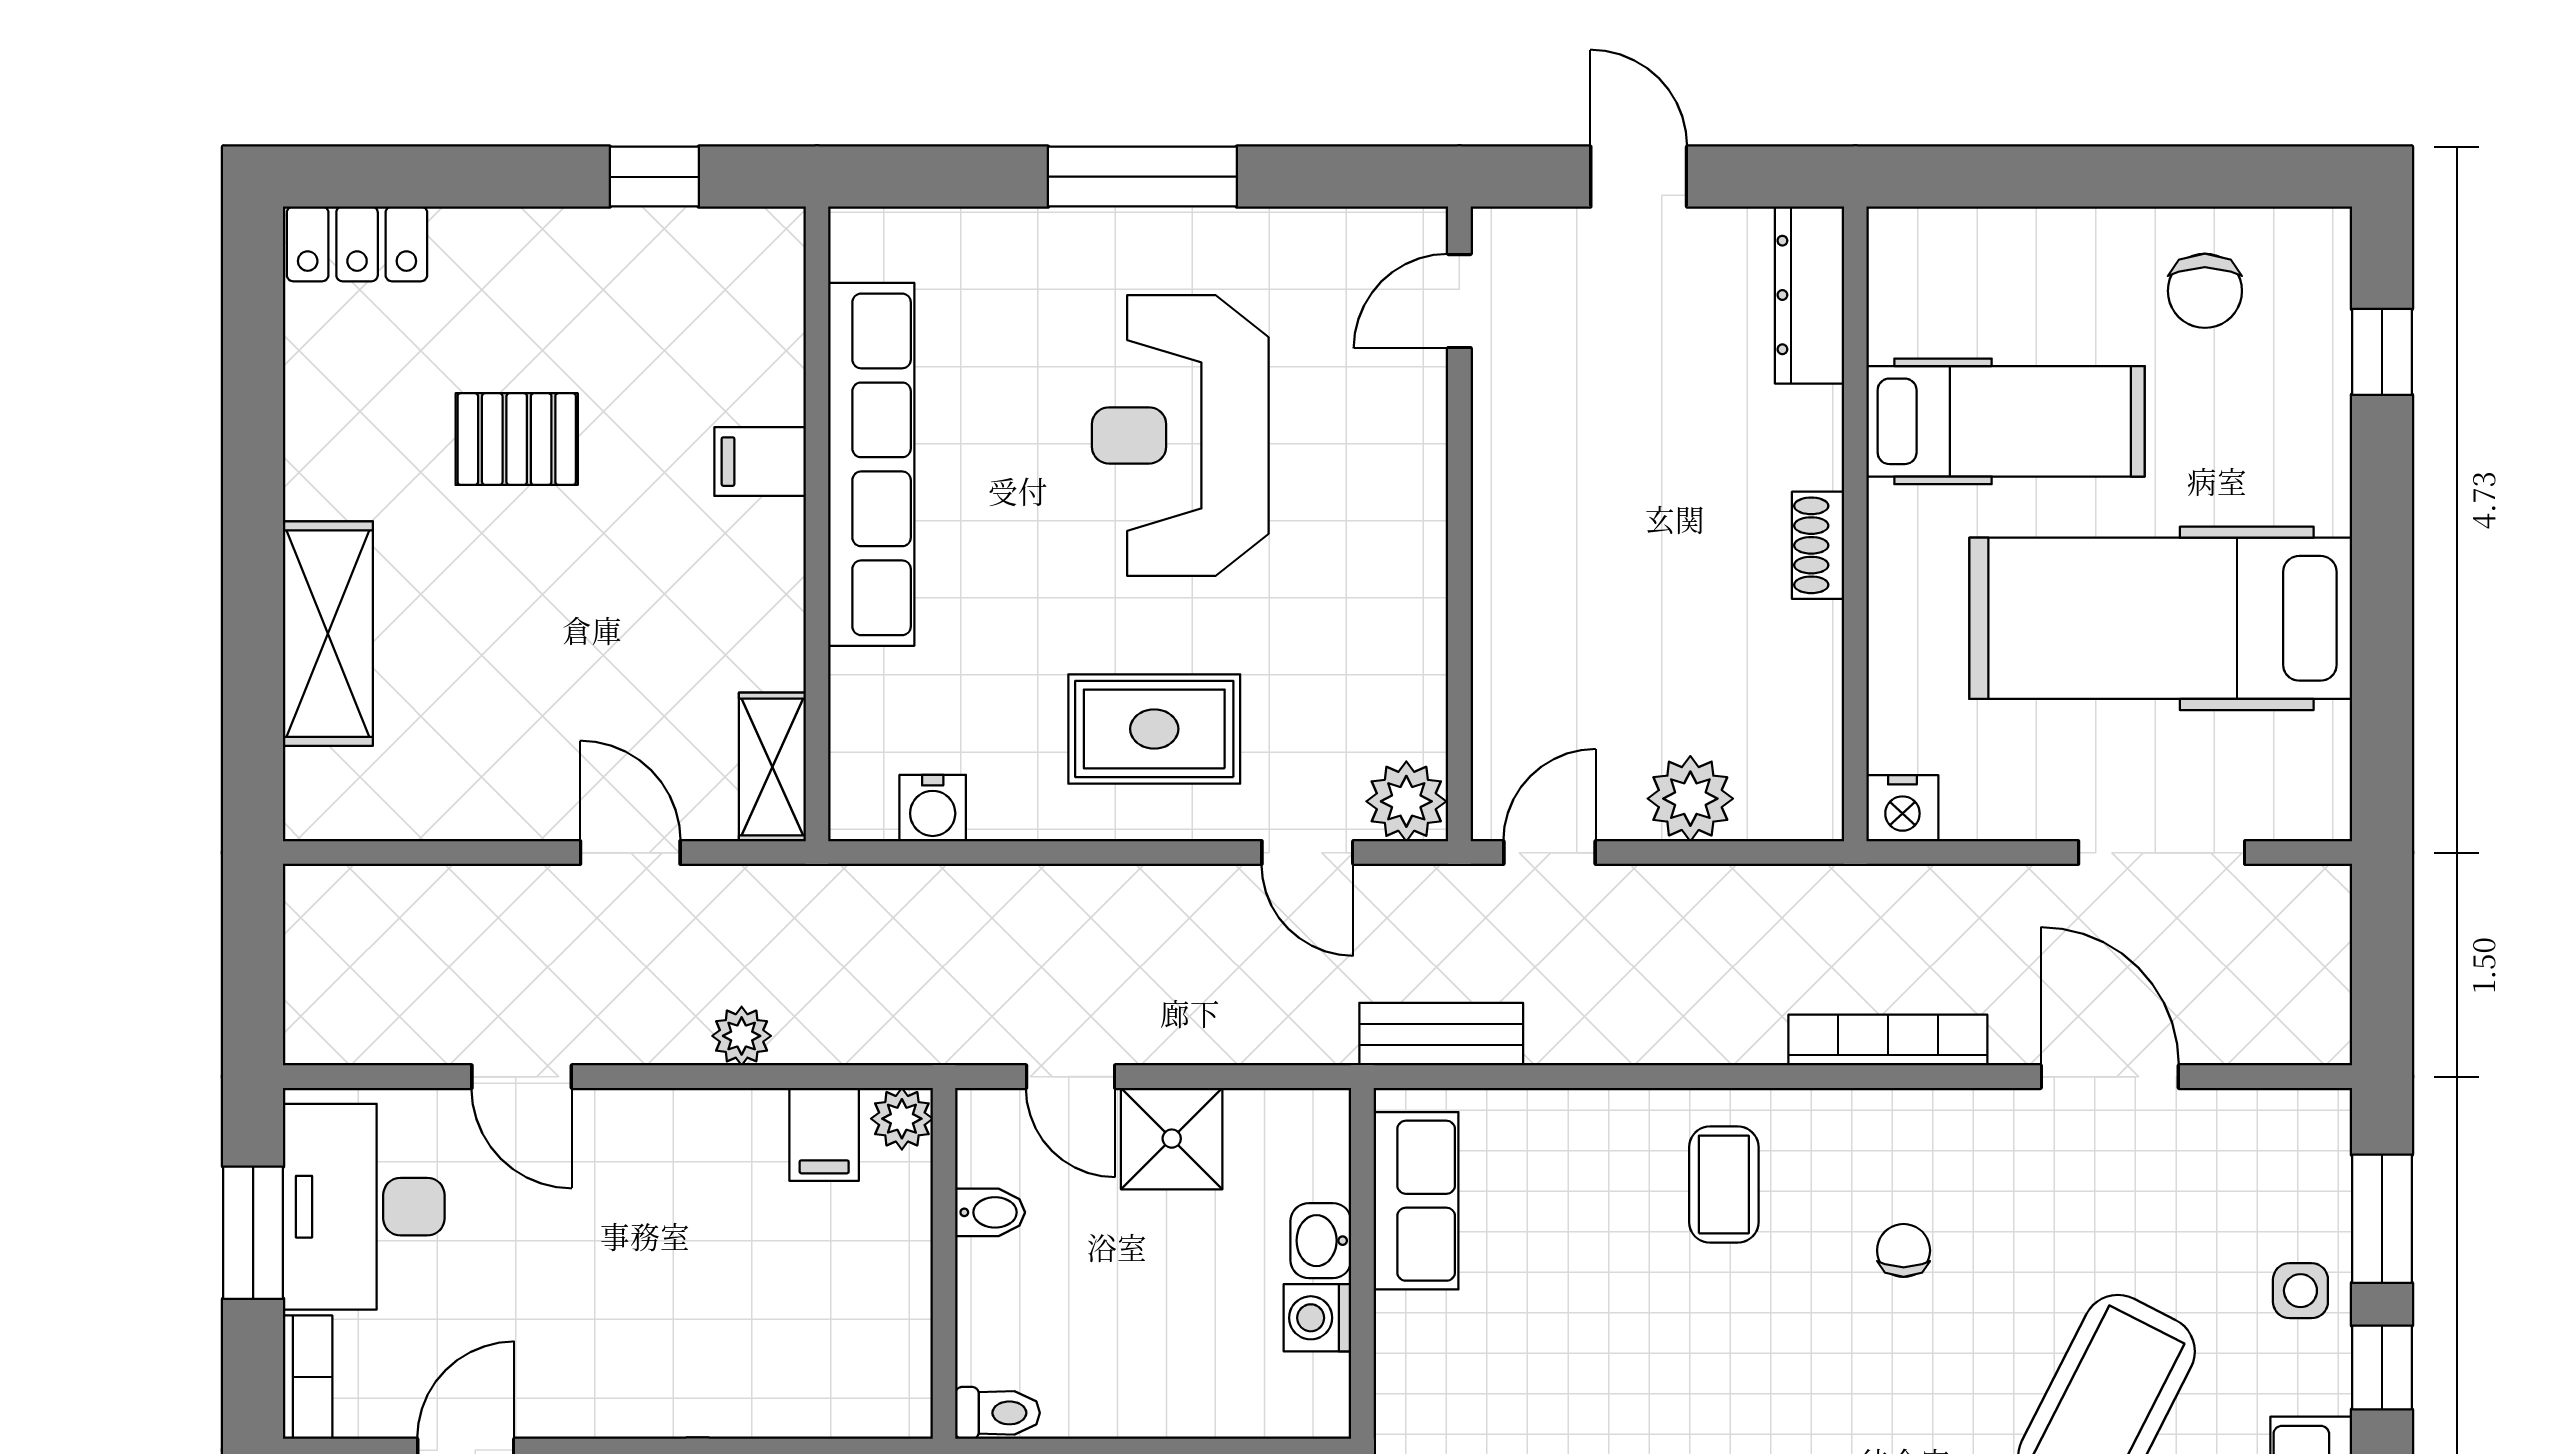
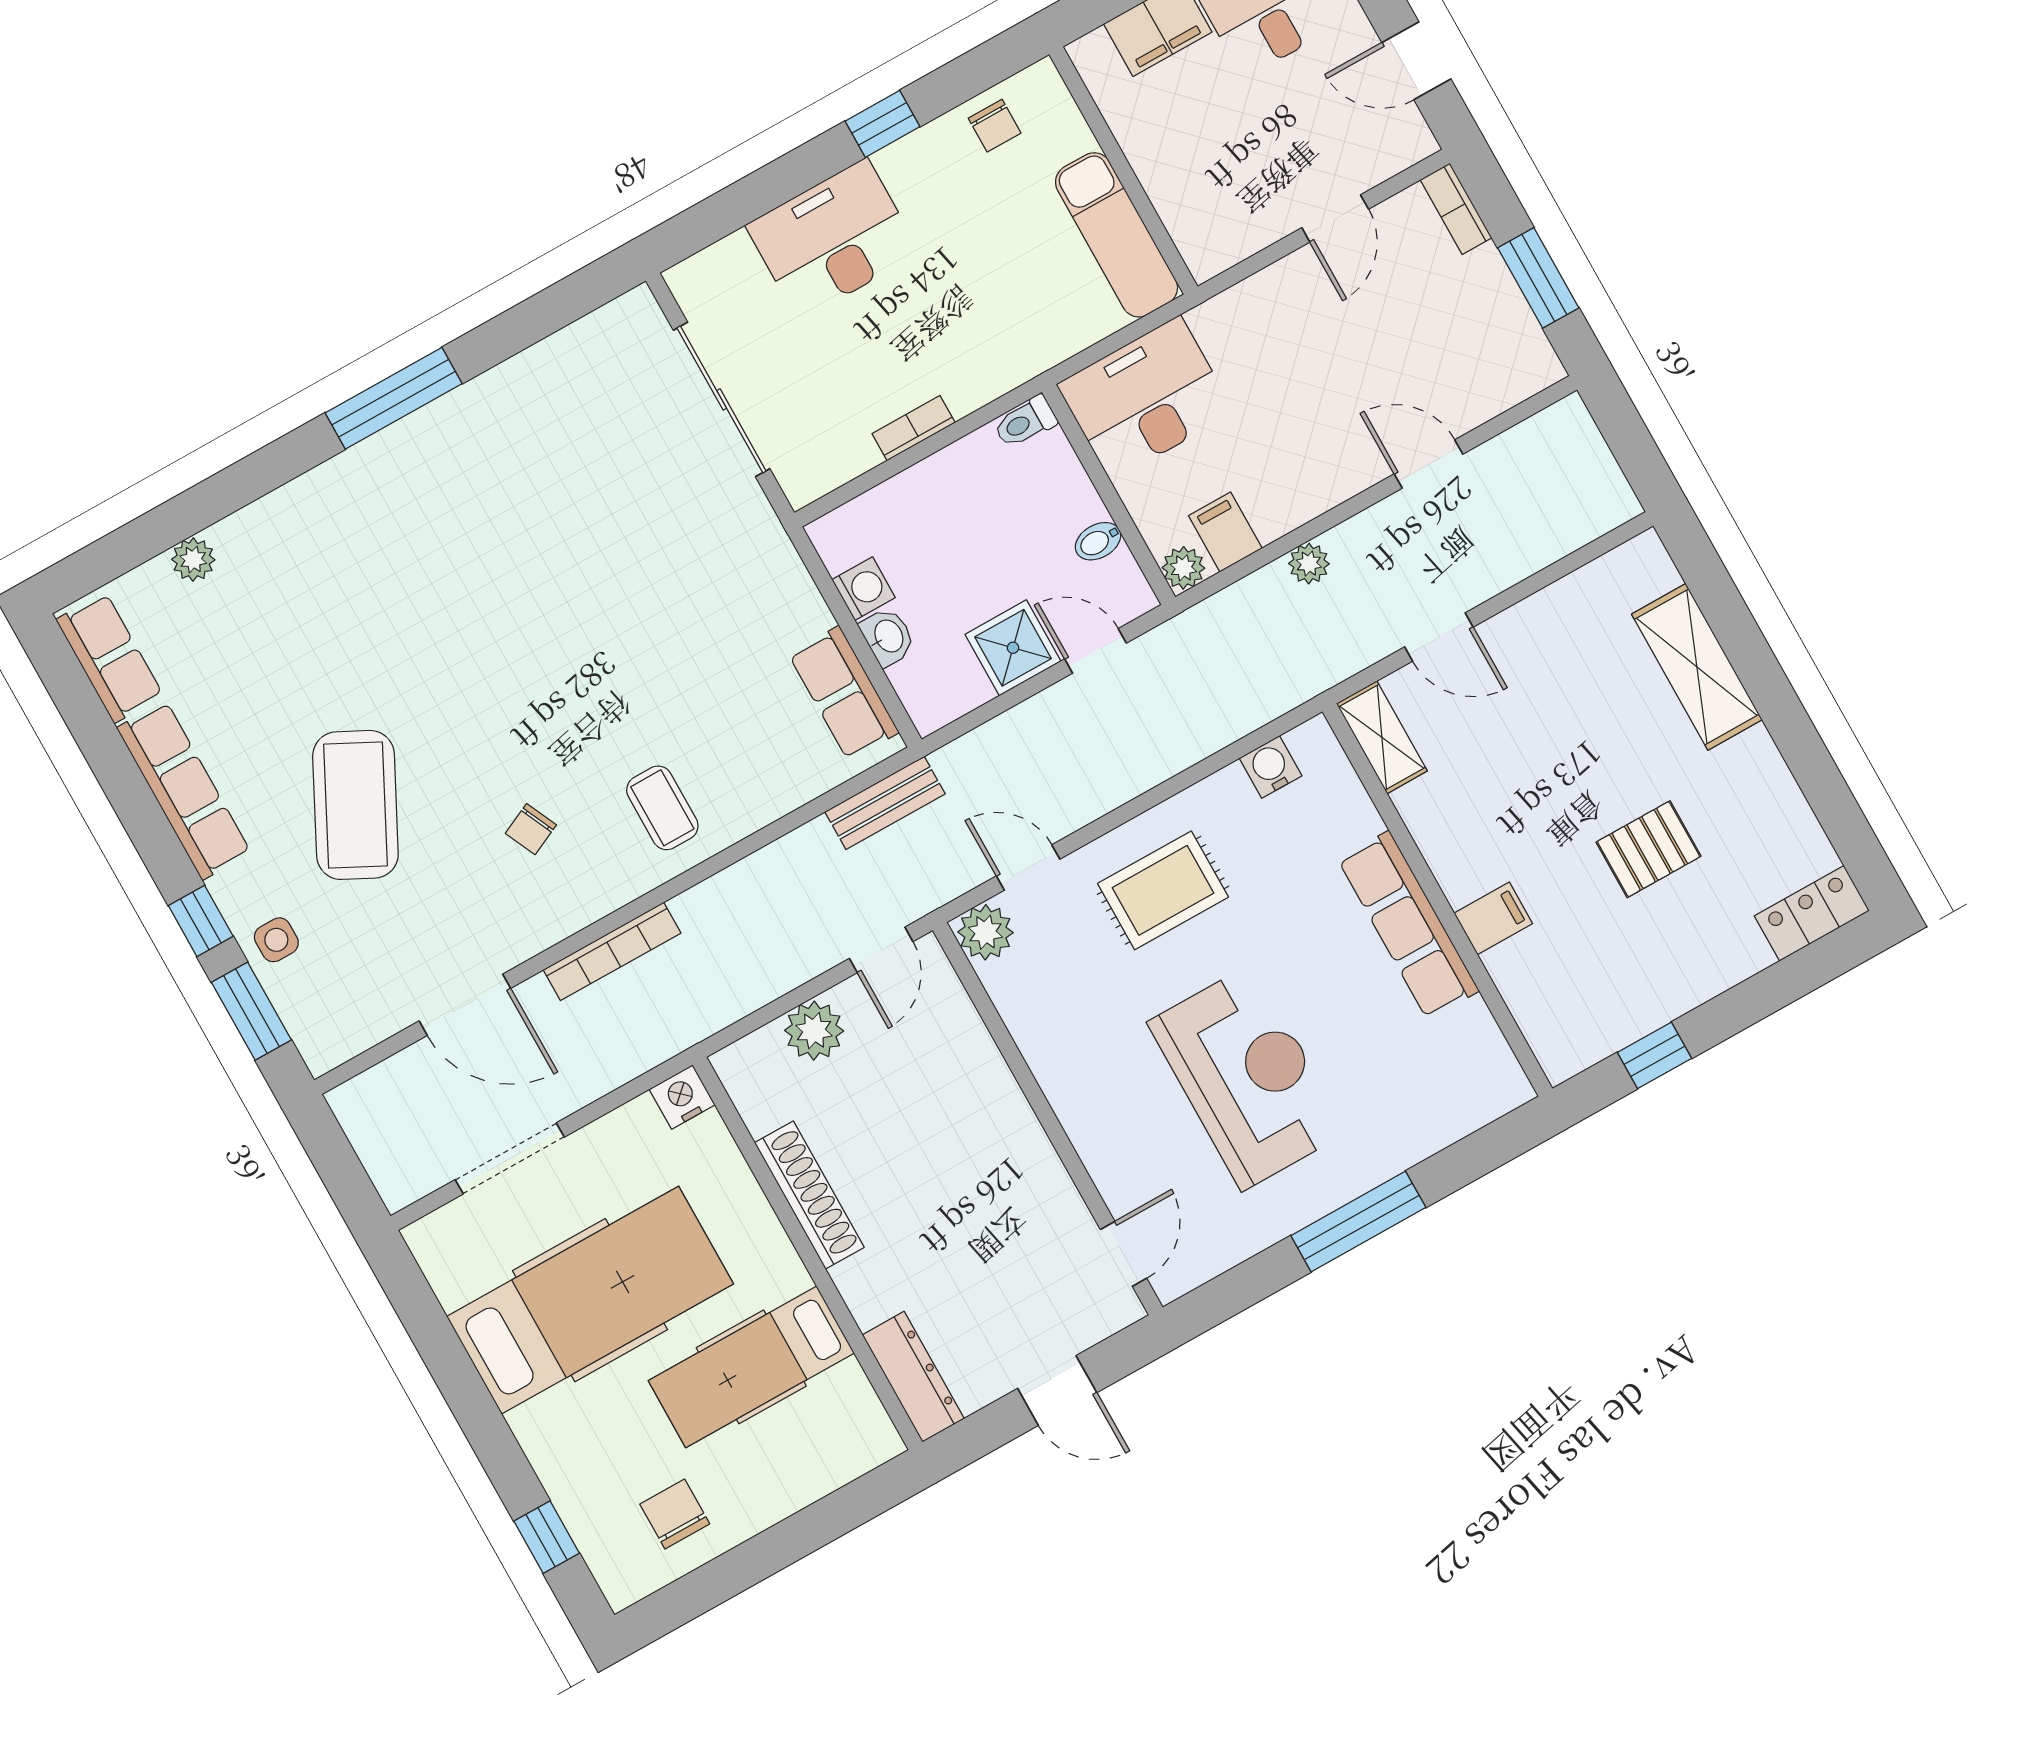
row of seats: (871, 464) -> (1408, 925), width x0.73
shoe rack: (1818, 545) -> (809, 1195), width x1.94, depth x1.24
desk: (364, 1207) -> (1146, 398), moved, turned -90
chair: (1904, 1250) -> (531, 829), turned 65

